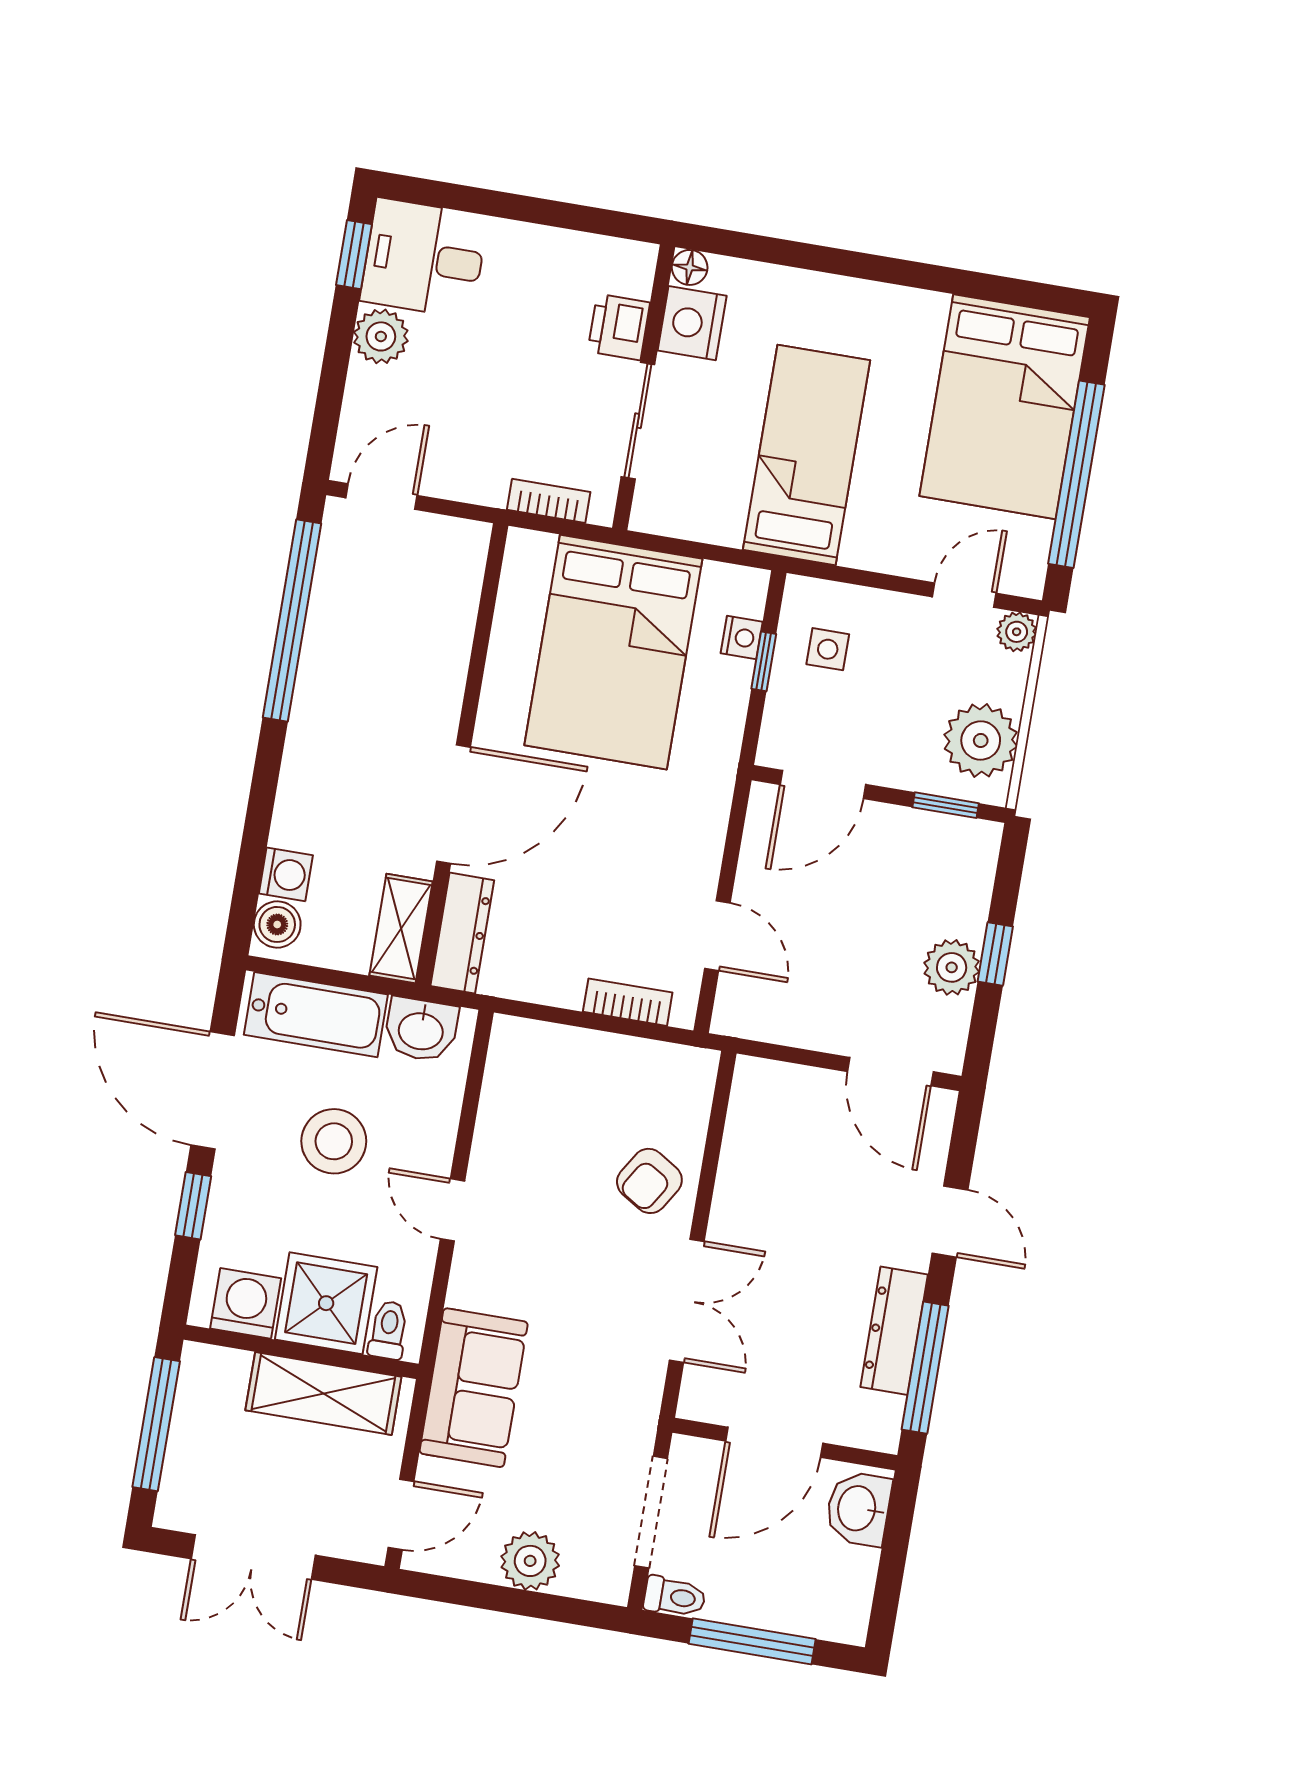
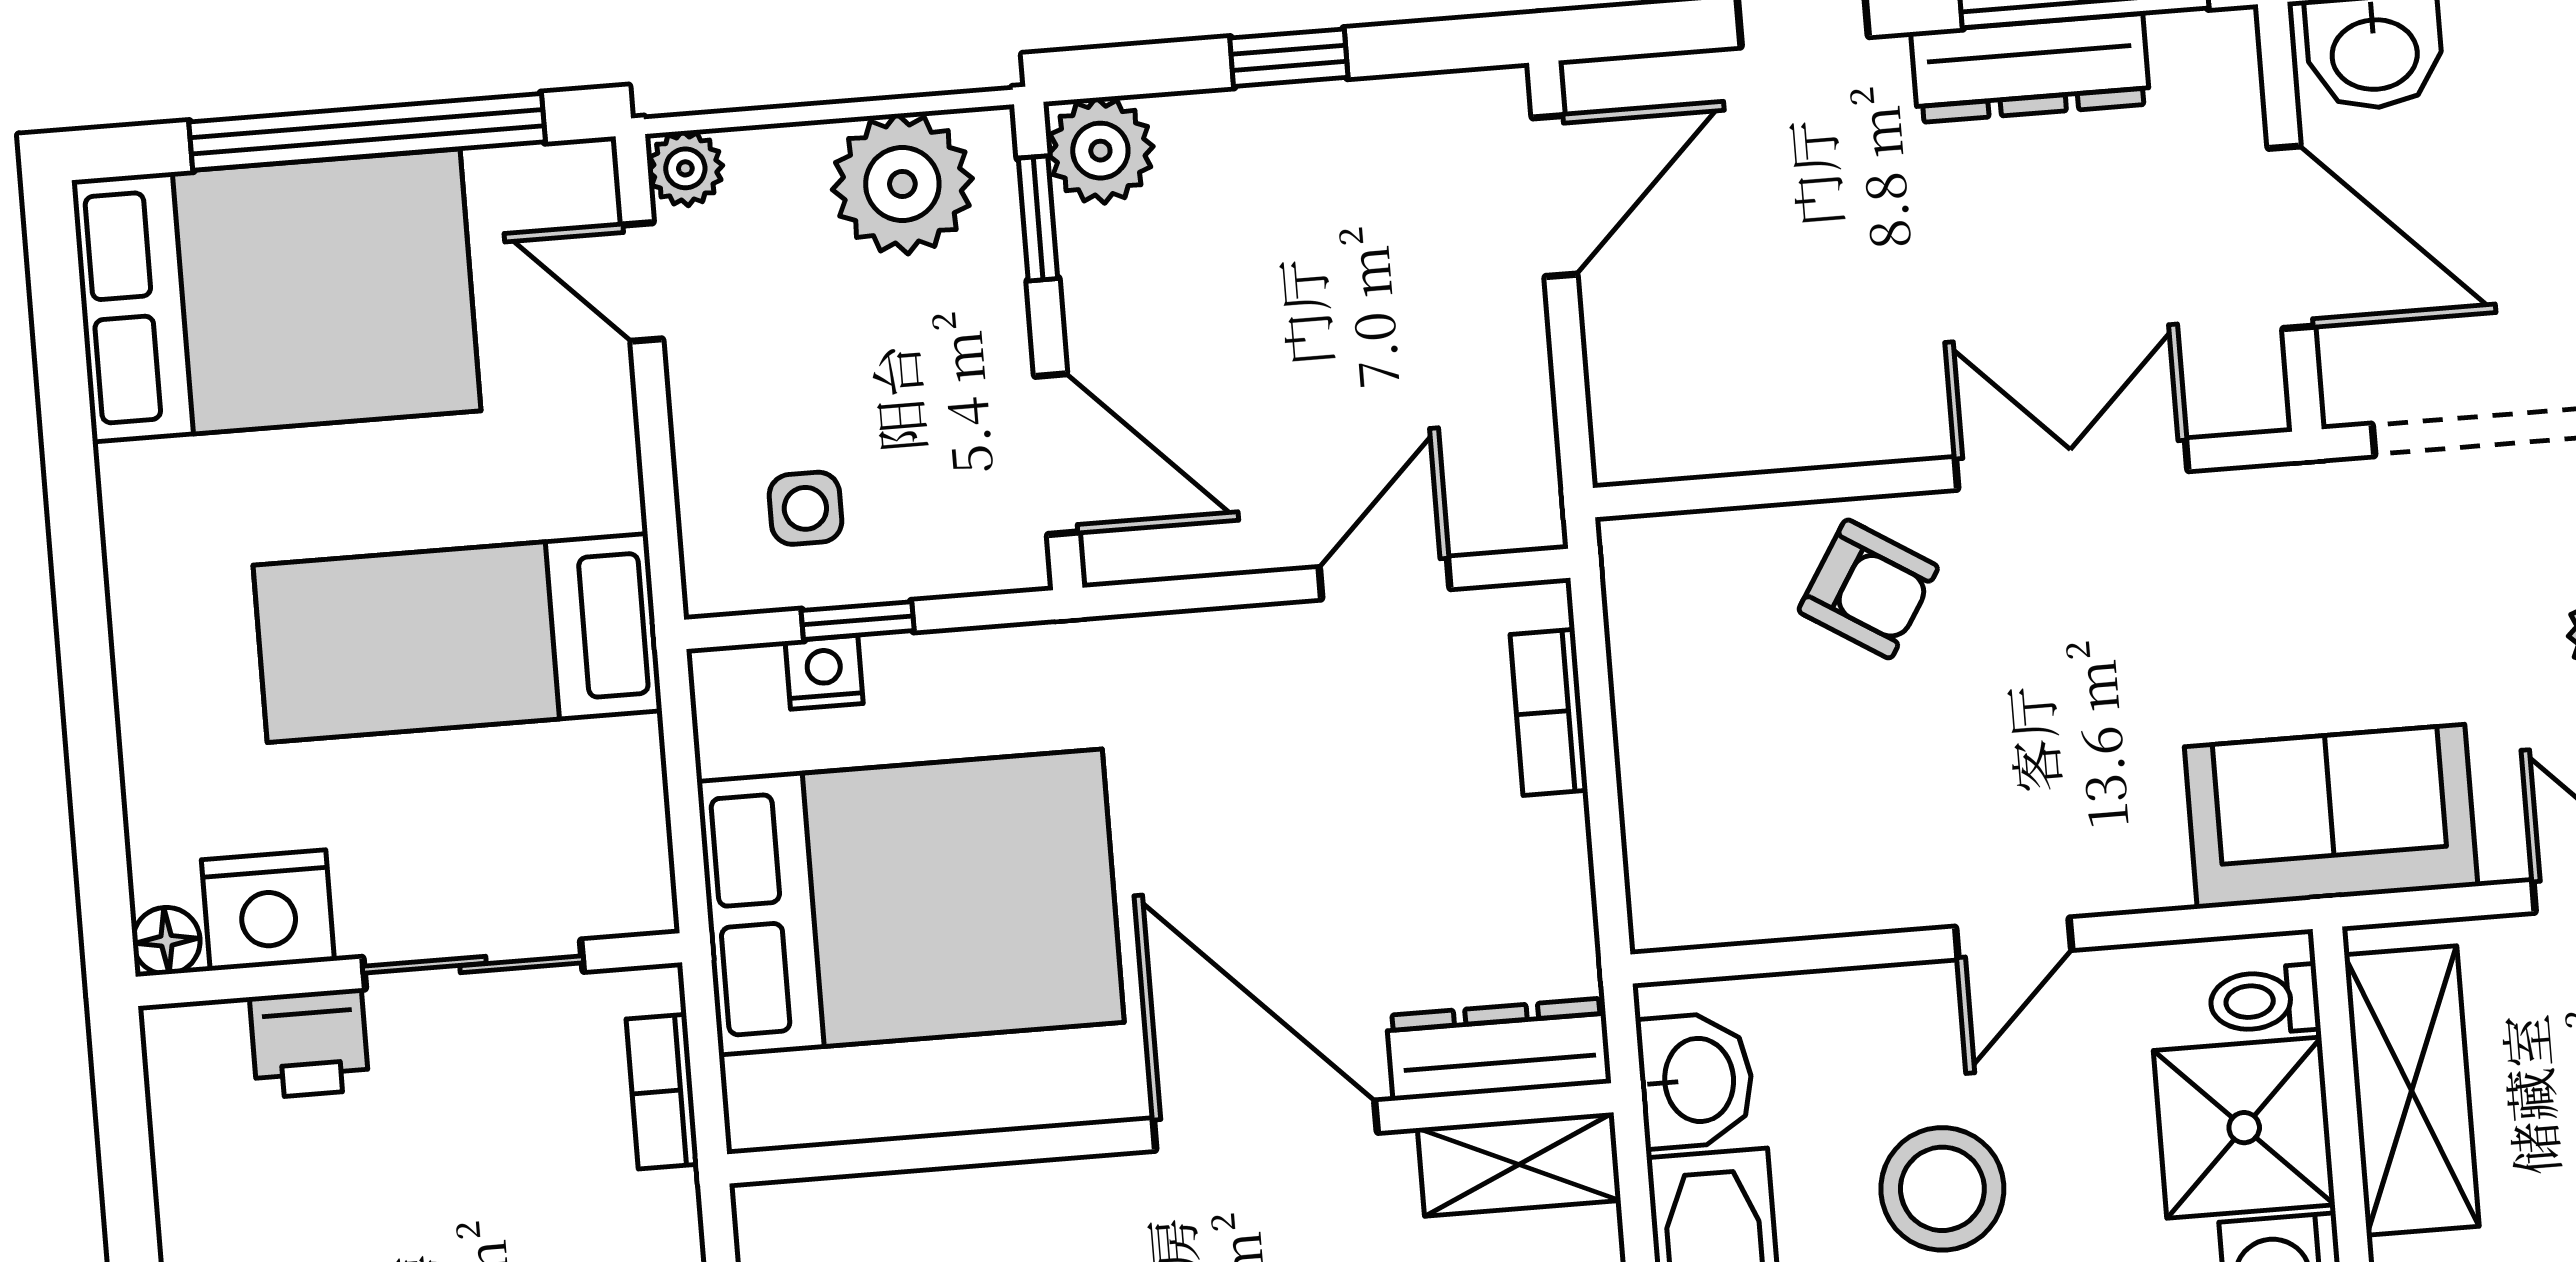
plant: (952, 967) -> (1100, 151), moved

